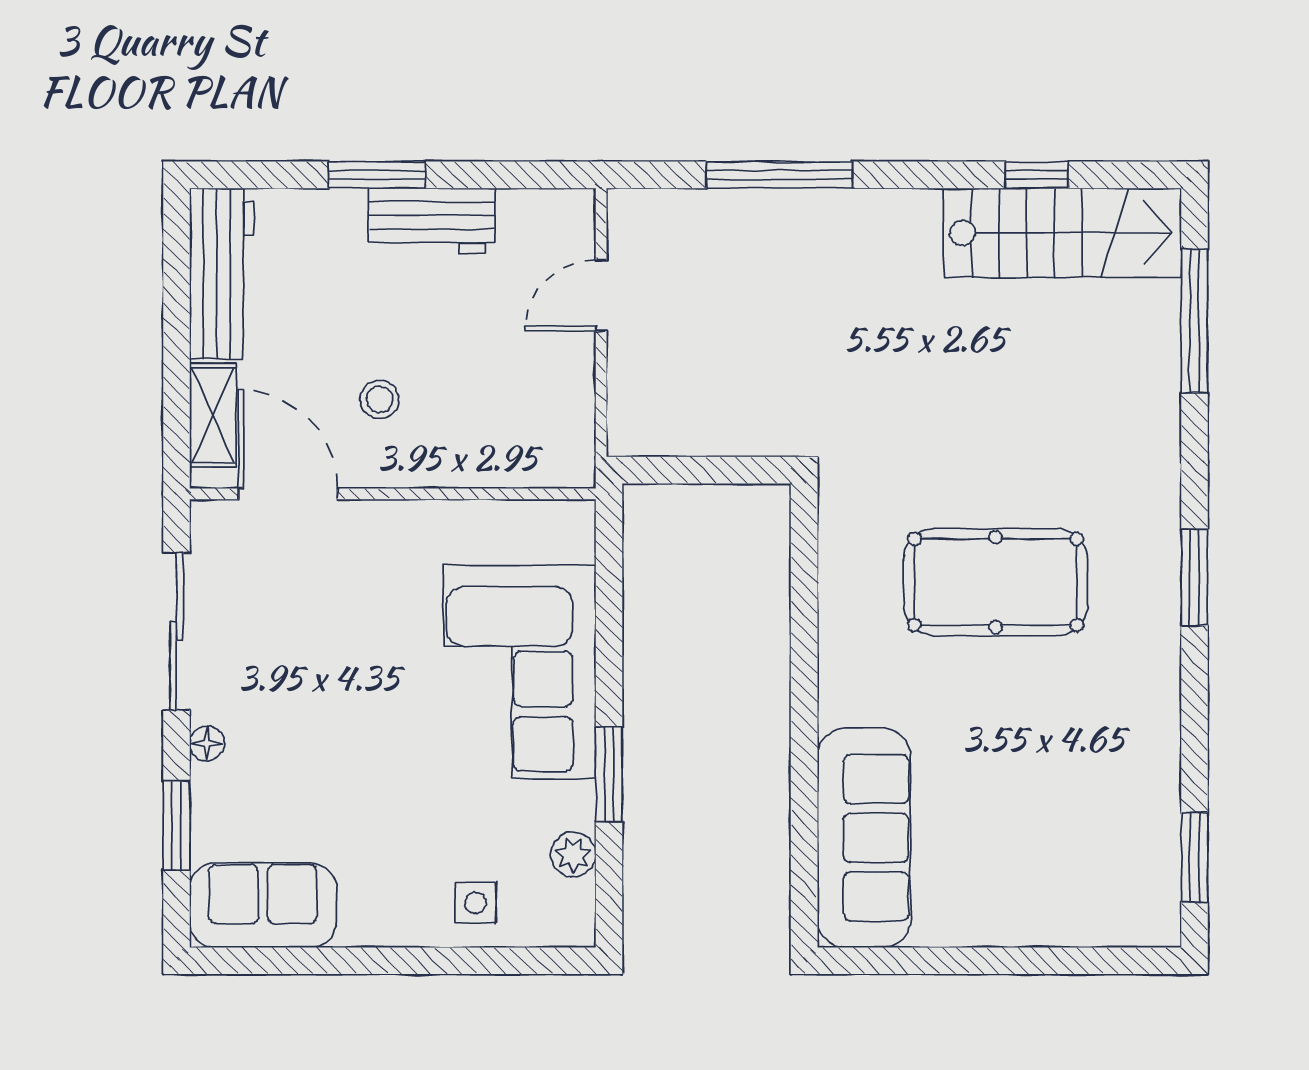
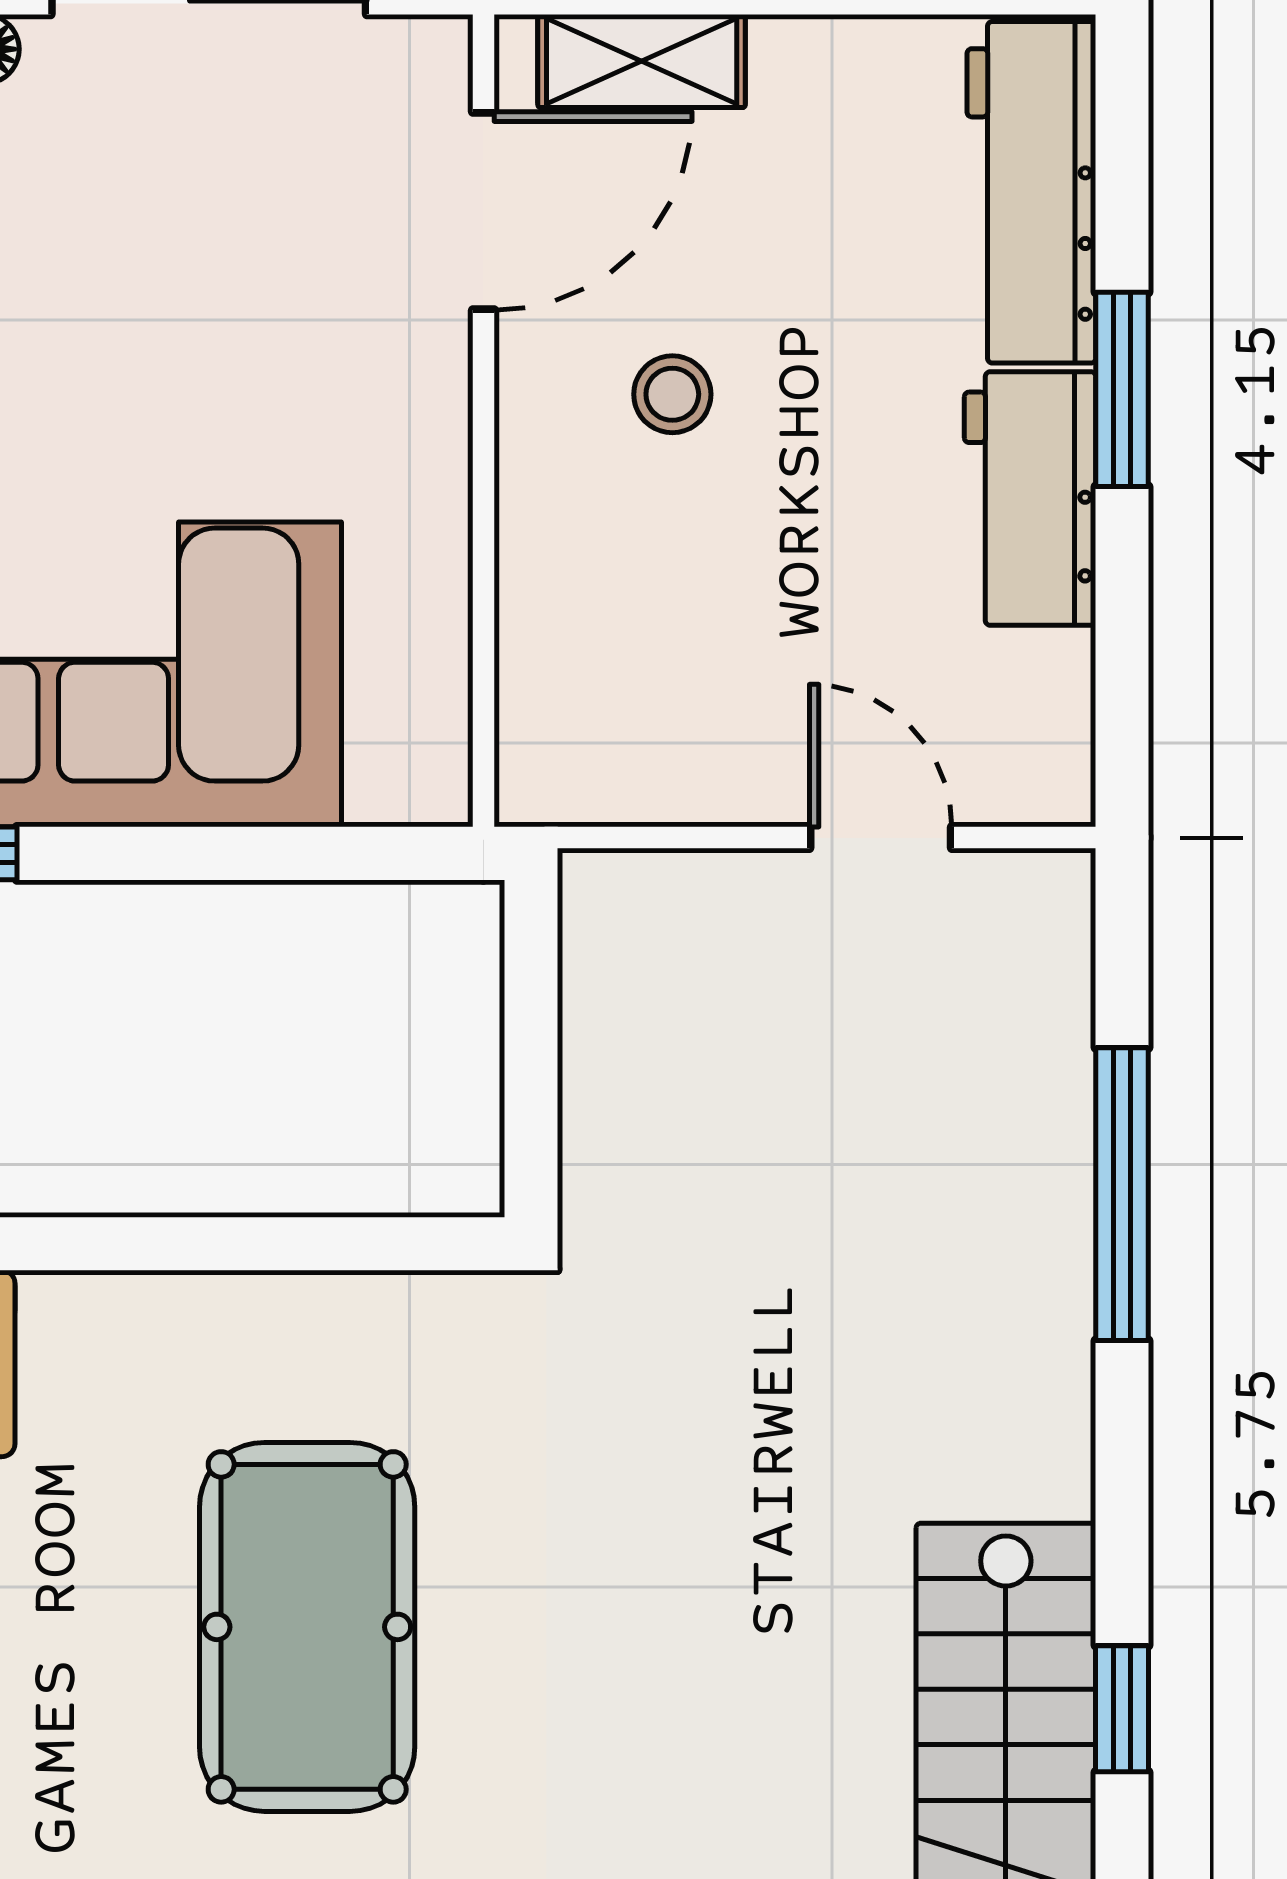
workbench: (222, 273) -> (1031, 192), moved, turned 90

